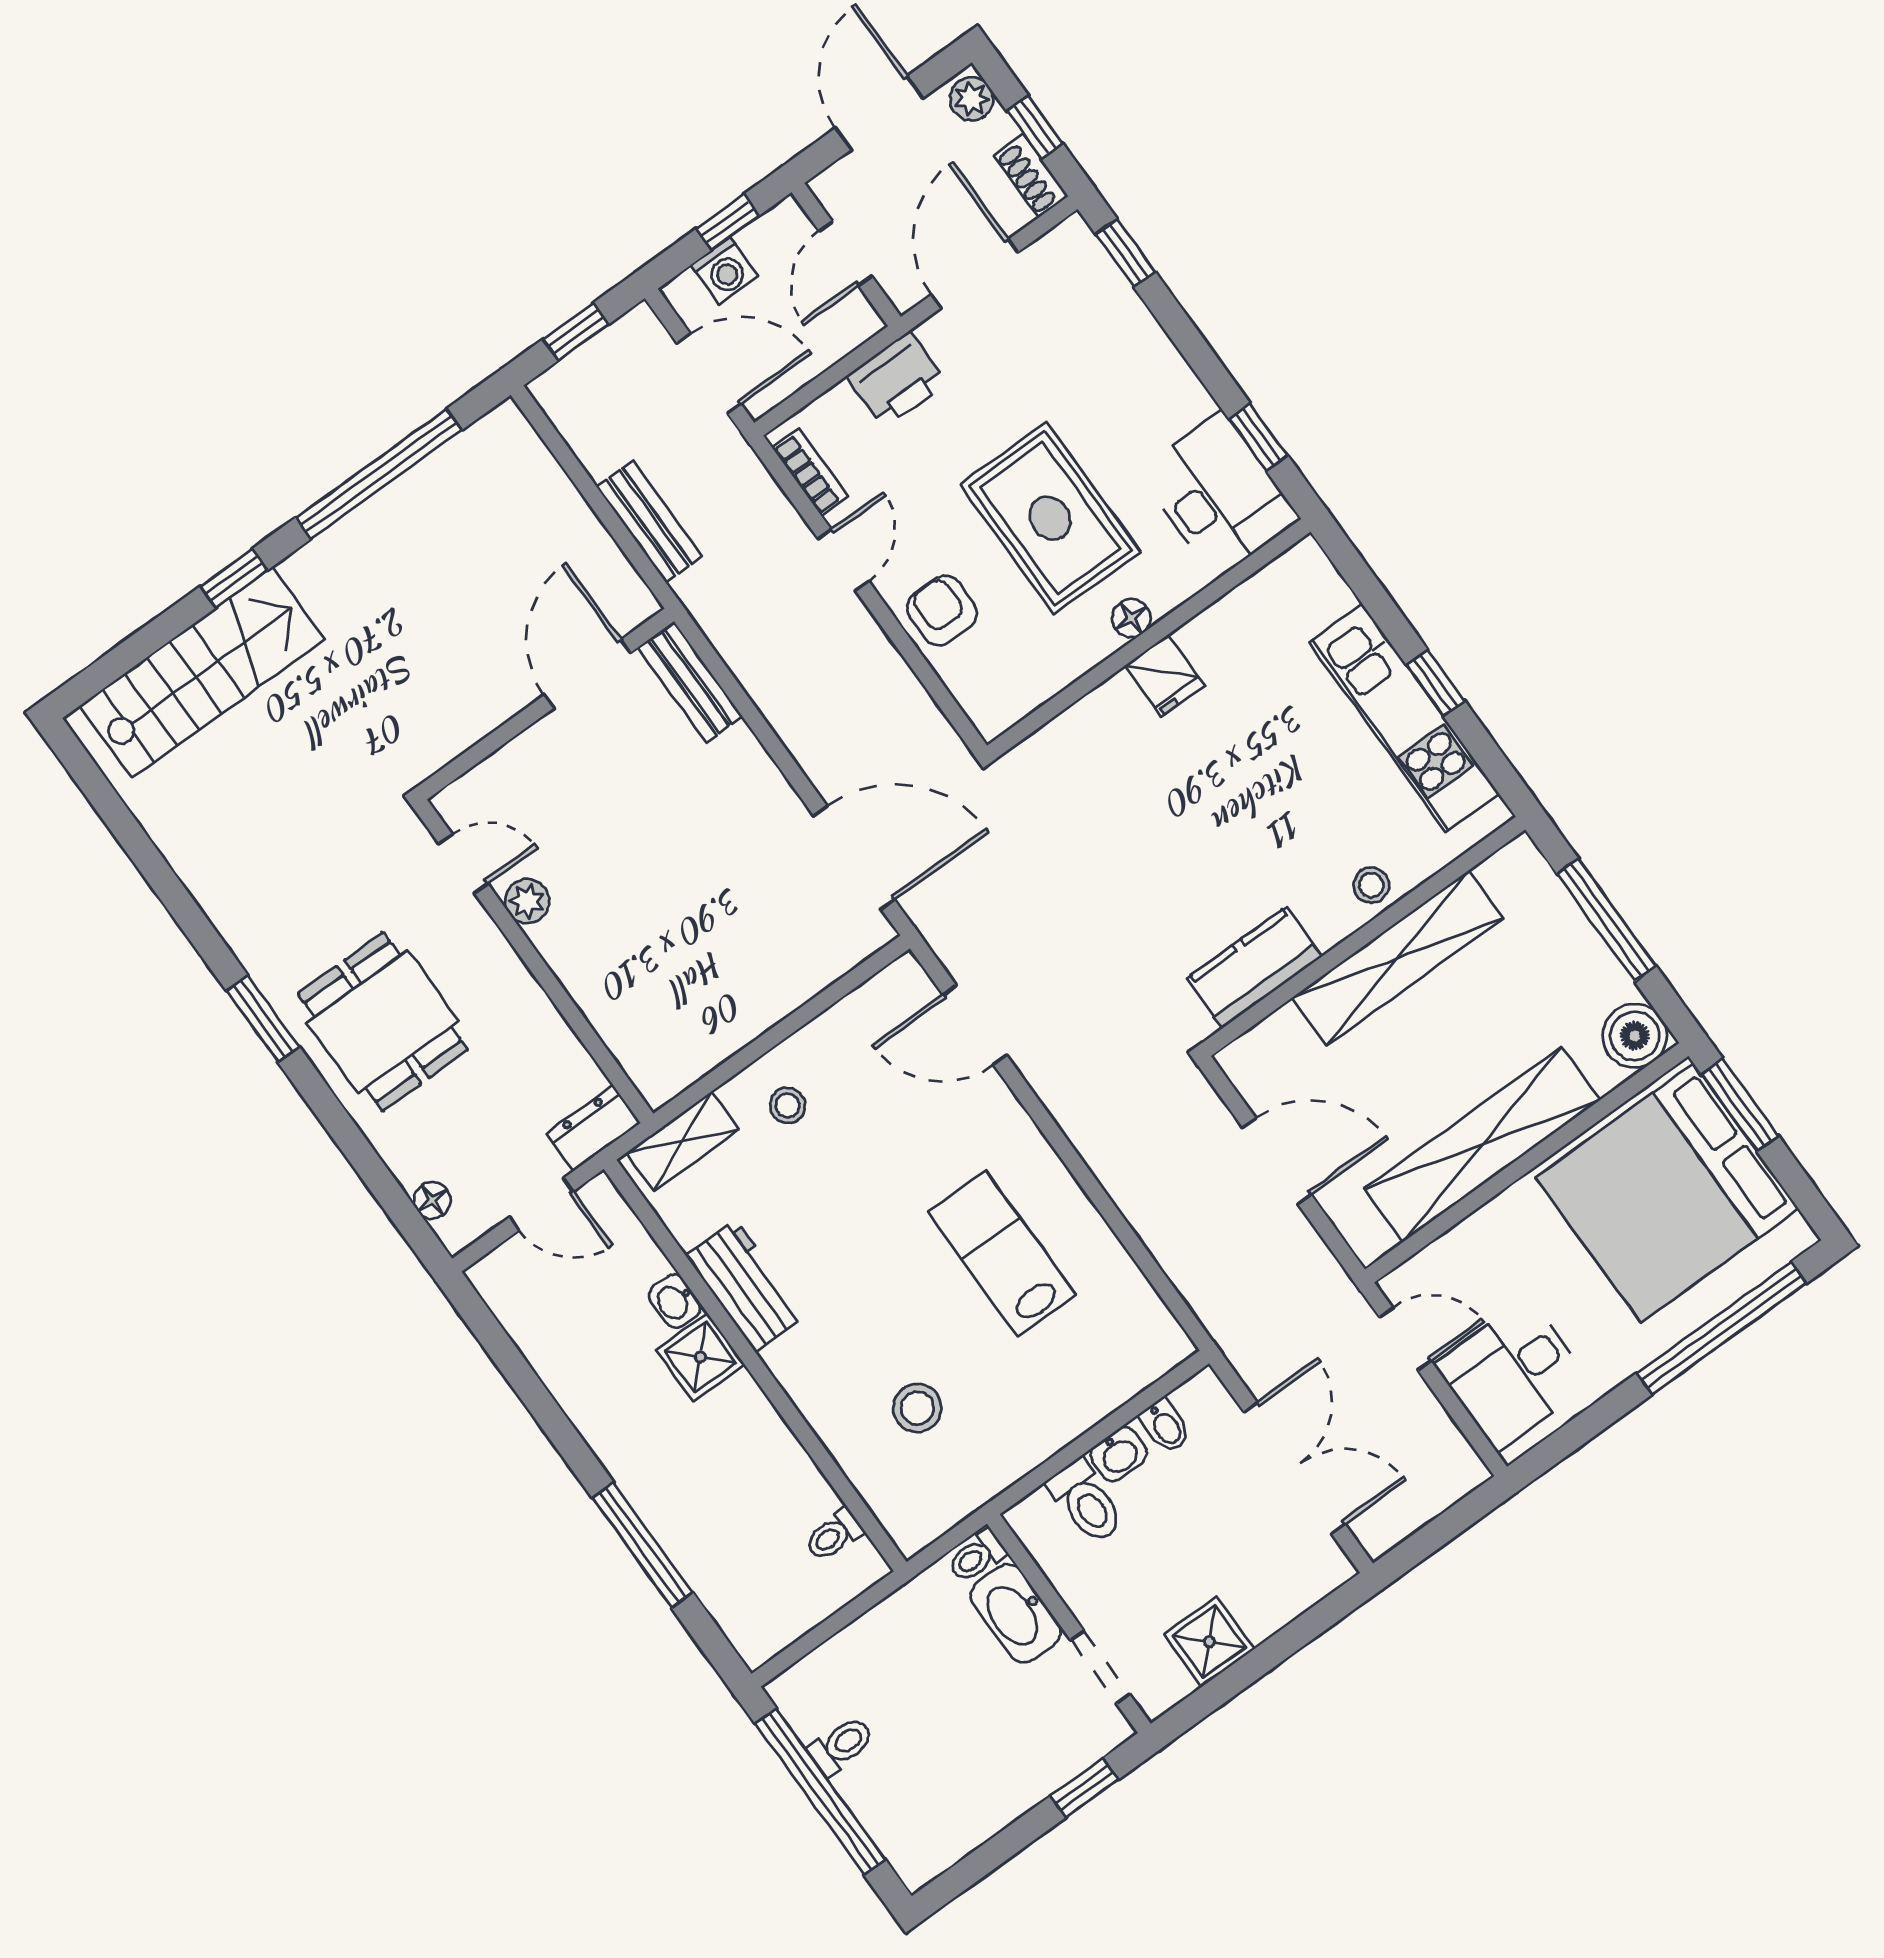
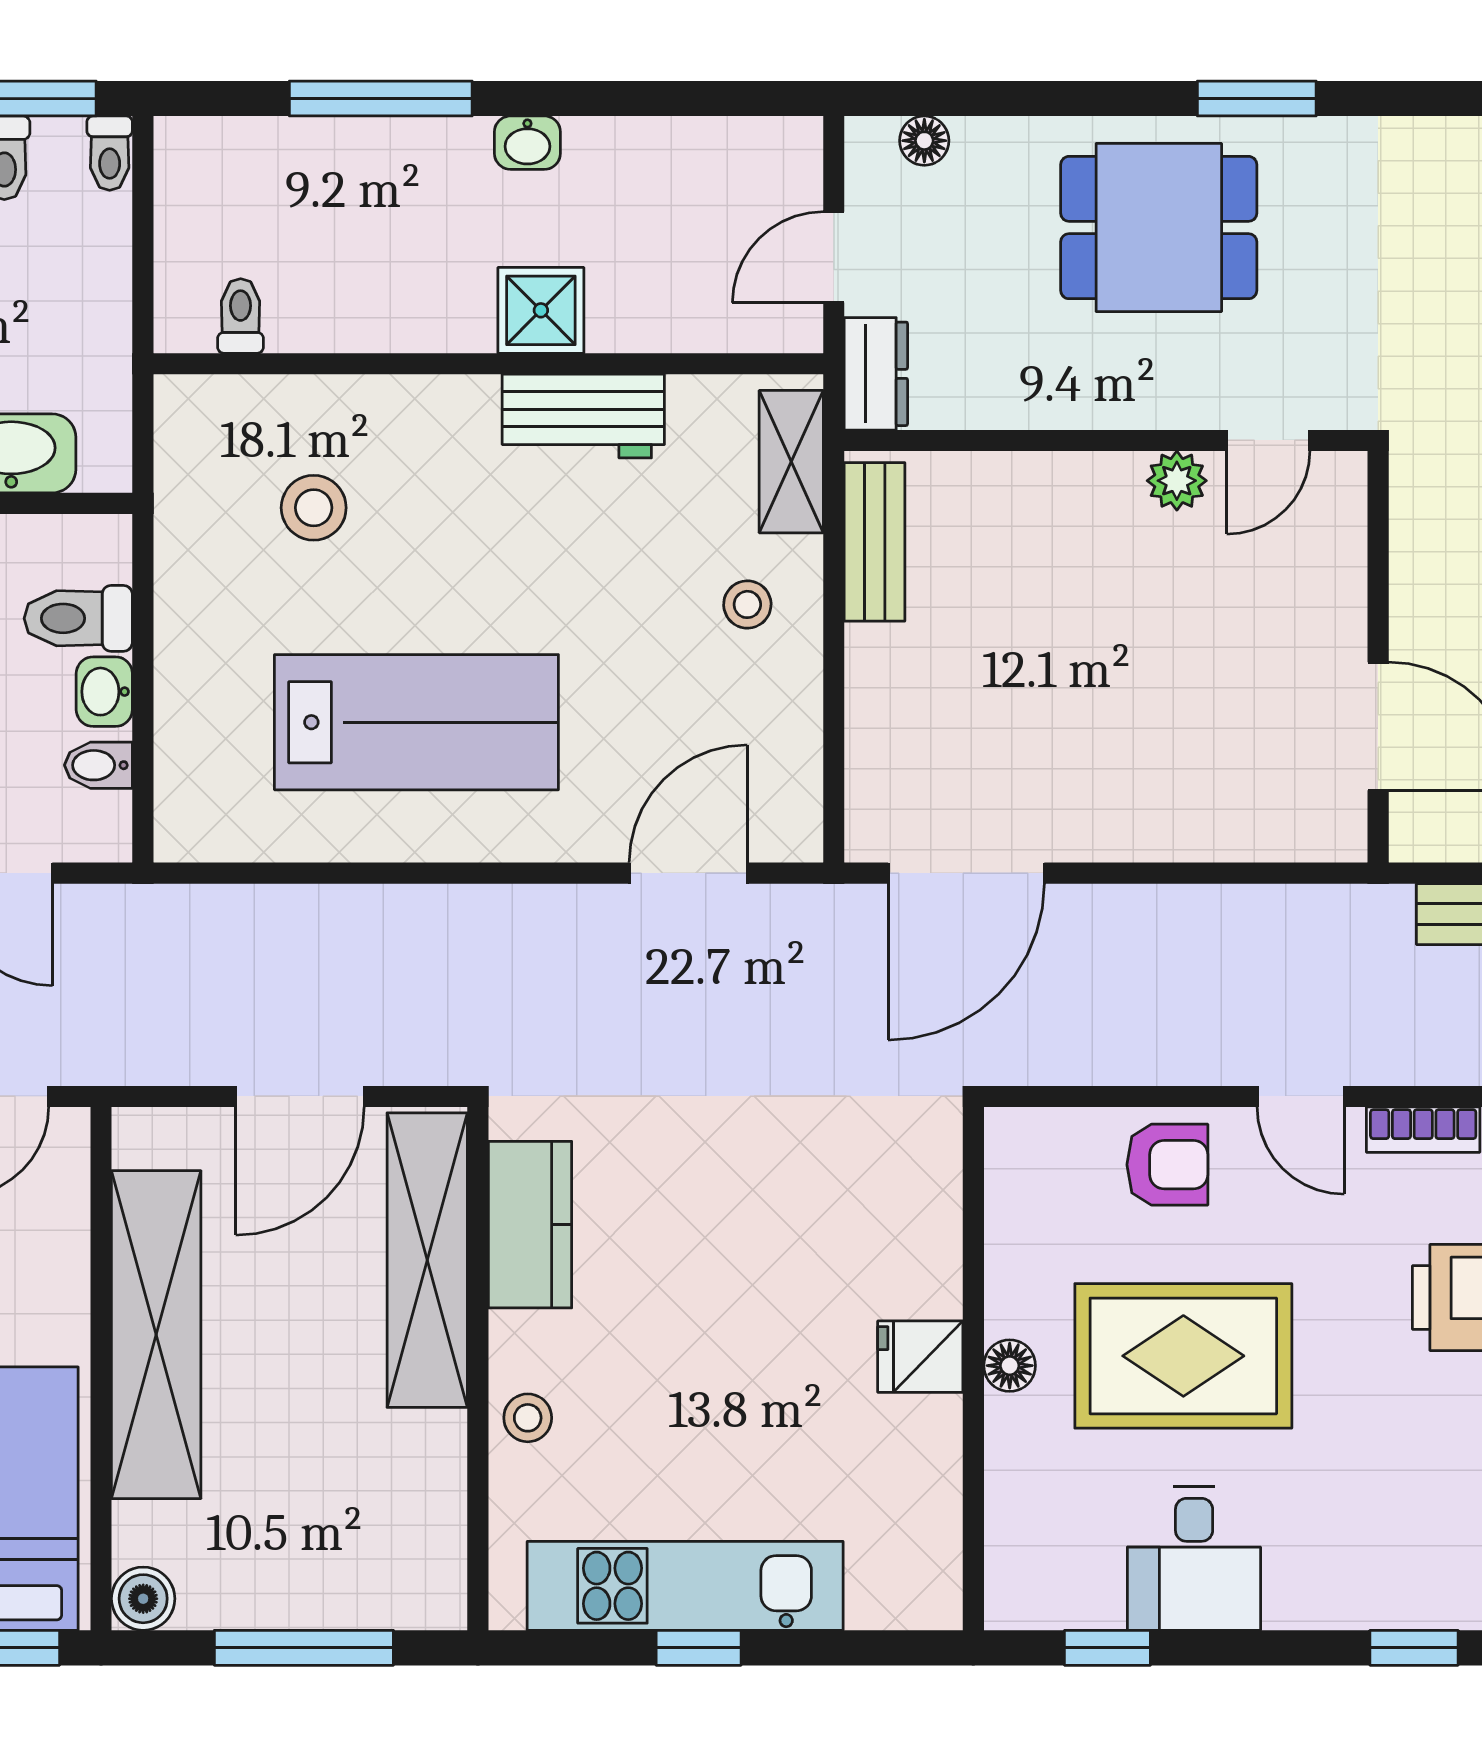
desk: (1219, 495) -> (1194, 1559), moved, width x0.73
bench: (690, 682) -> (875, 542), moved, turned 90
shelving: (1398, 958) -> (427, 1260), moved
boiler: (1635, 1036) -> (143, 1599), width x0.73, depth x0.73
lab bench: (1002, 1253) -> (416, 722), width x1.36, depth x1.39
washbasin: (675, 1301) -> (527, 143), moved, turned 180
toilet: (977, 1556) -> (110, 153), moved, turned 180

